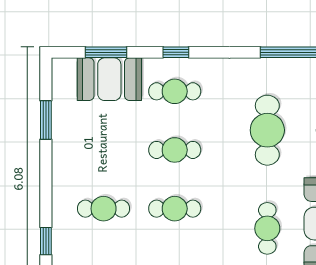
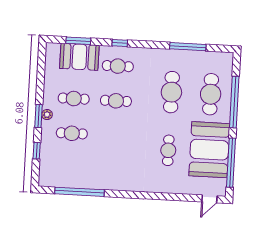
window: (46, 120) -> (38, 116), moved
plant: (60, 179) -> (47, 115), added
cafe table: (175, 209) -> (74, 99), moved

